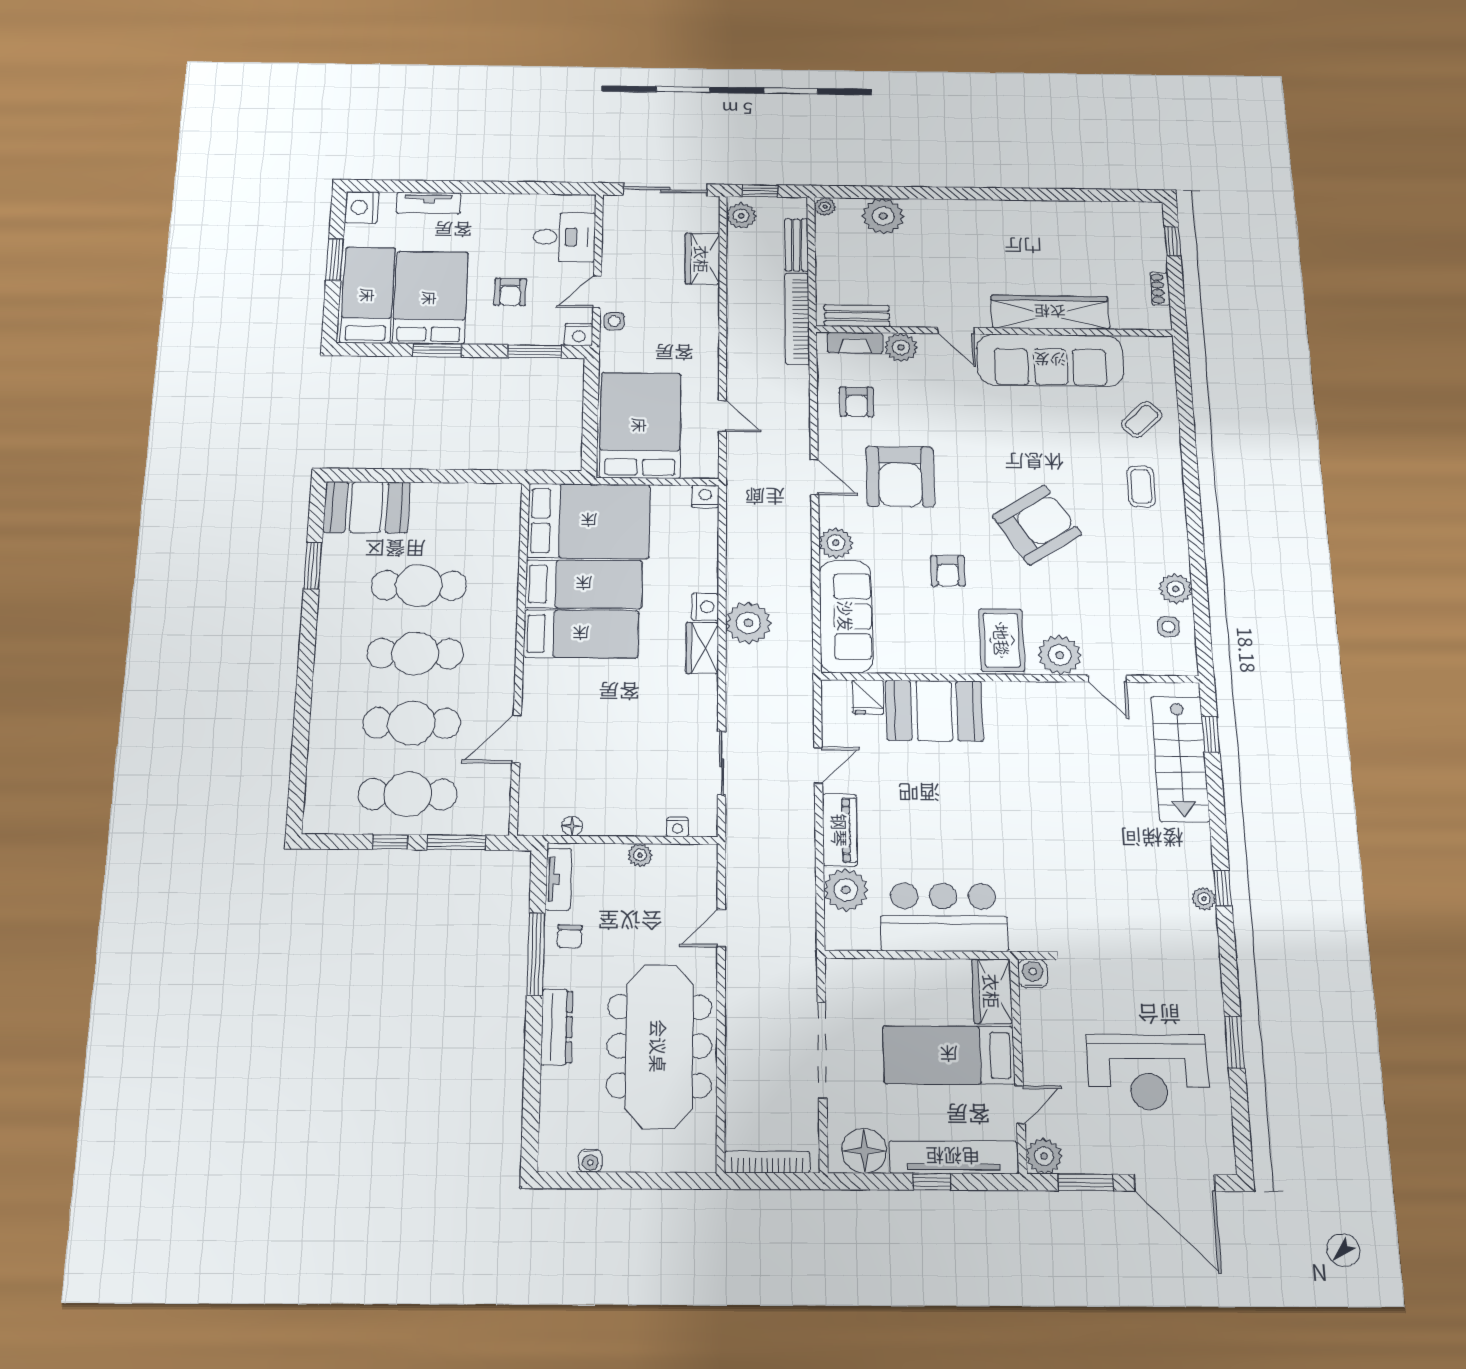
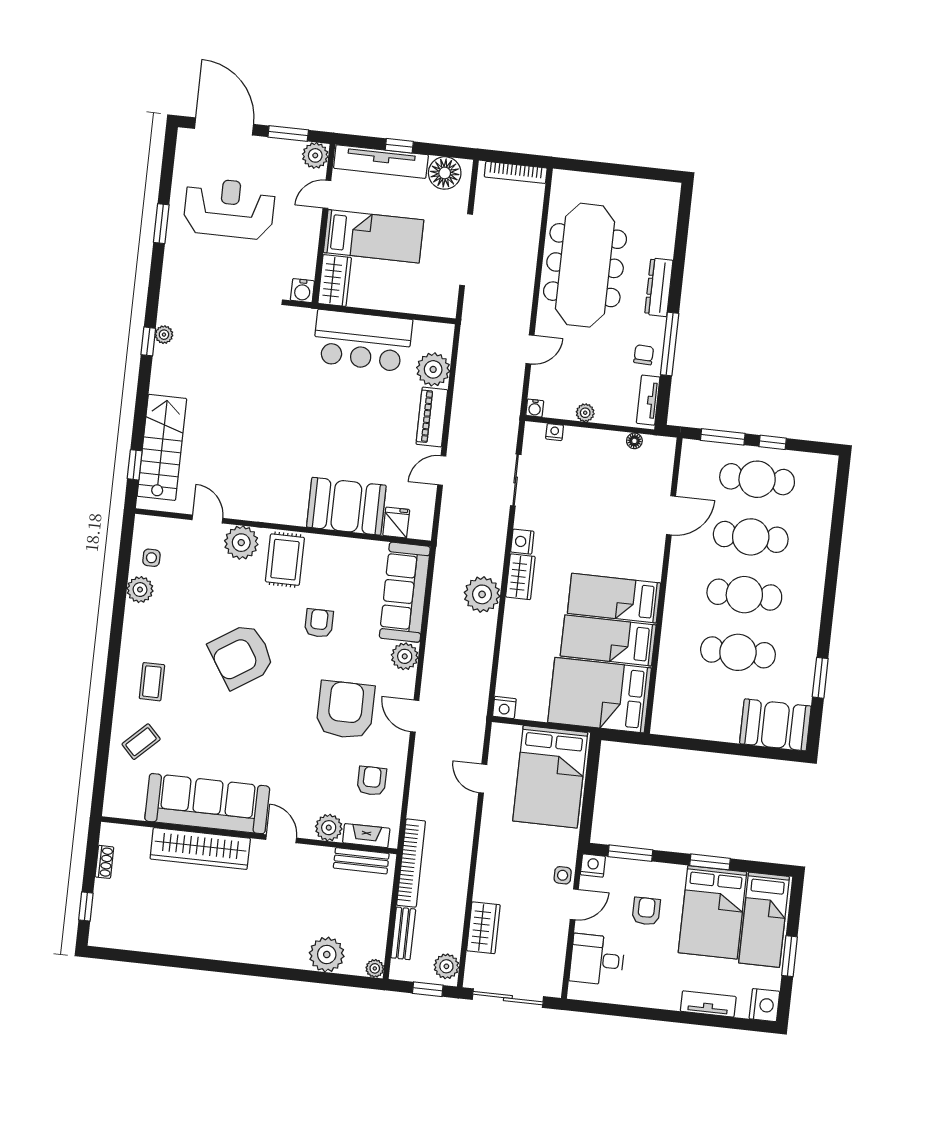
nightstand: (705, 607) -> (522, 542), moved
water cooler: (590, 1161) -> (535, 408), moved, turned 180

